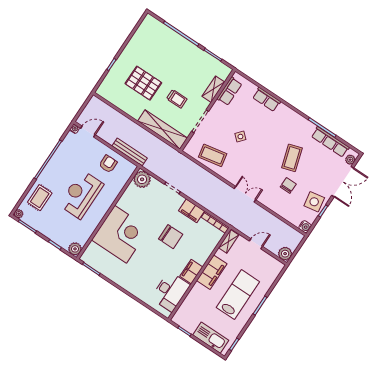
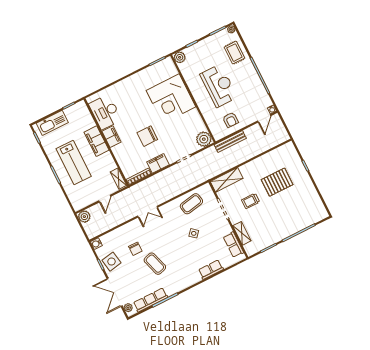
shelving: (163, 130) -> (227, 180), width x0.68
filing cabinet: (212, 272) -> (97, 141), moved

